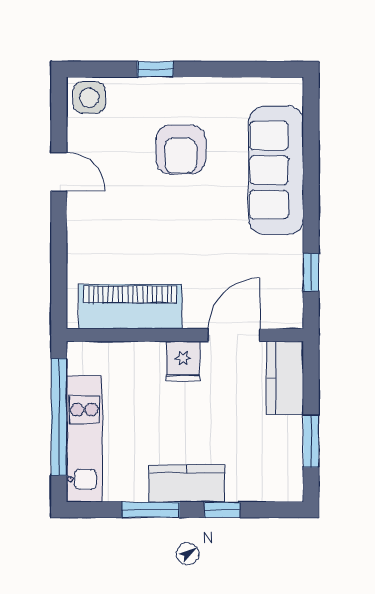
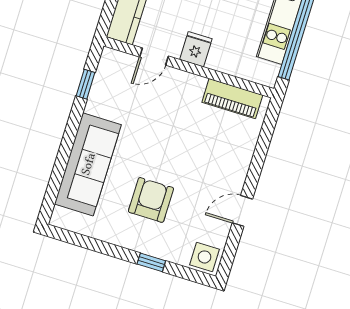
door: (59, 172) -> (242, 211), hinge flipped
piano: (130, 307) -> (232, 99), width x0.73, depth x0.75
door: (234, 335) -> (154, 57), width x0.73

